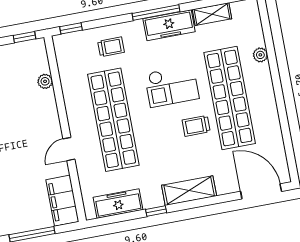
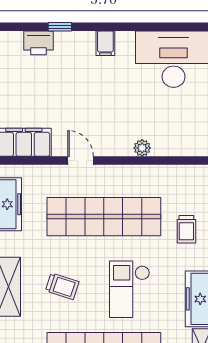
plant: (45, 81) -> (142, 148), moved
trolley: (196, 126) -> (62, 286), moved, turned 108

